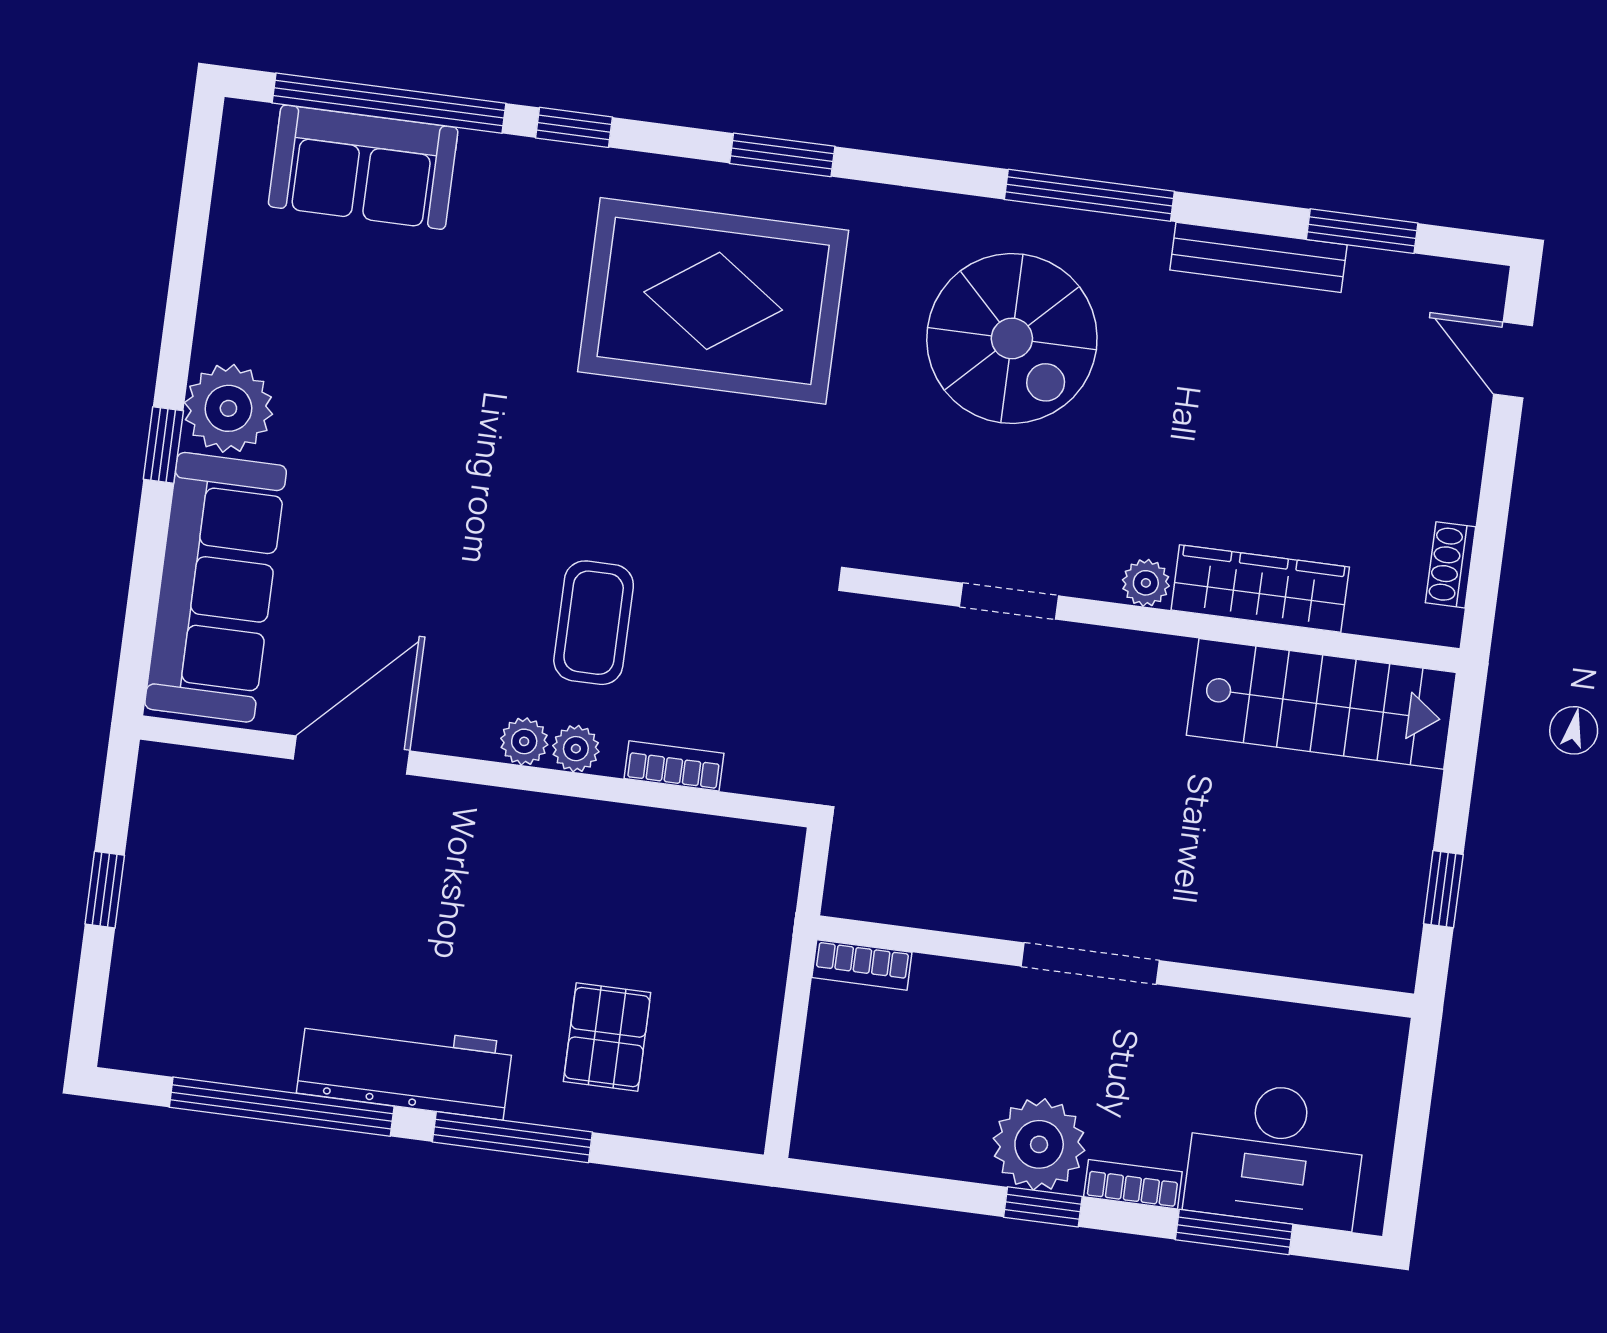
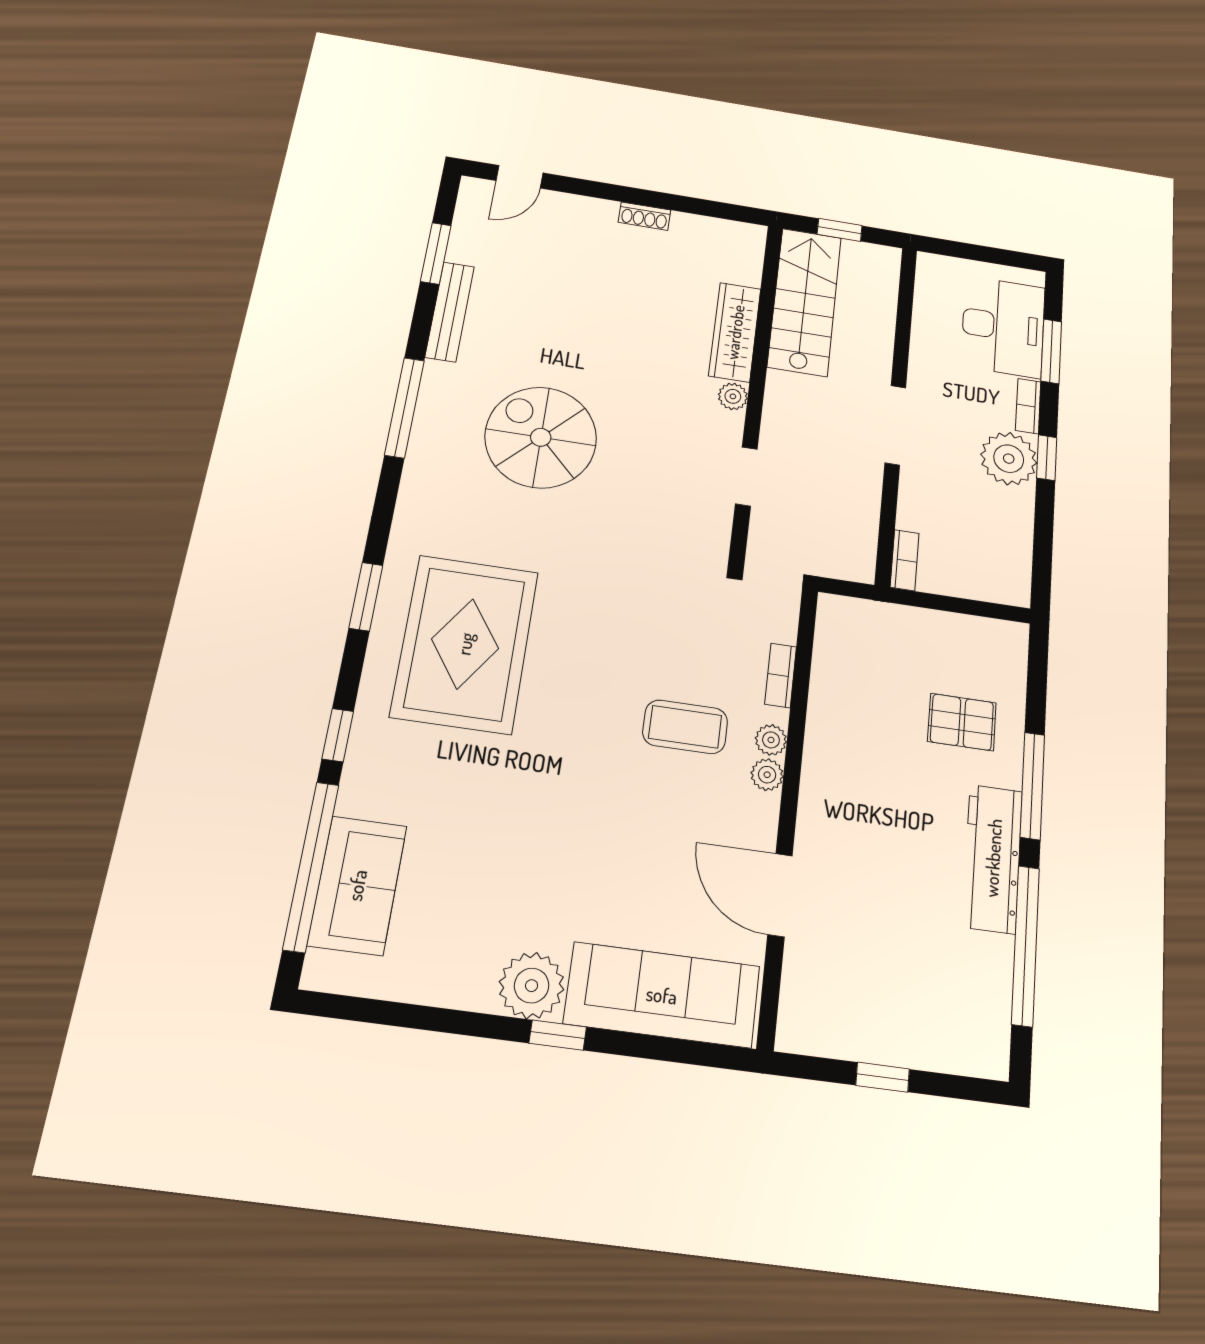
spiral stairs: (1012, 338) -> (541, 437), moved, turned -90
plant: (1146, 583) -> (733, 396), moved
wardrobe: (1260, 588) -> (735, 332), moved
doorway: (1009, 601) -> (746, 477), moved
wall: (1161, 621) -> (757, 389), moved
stairs: (1321, 704) -> (805, 302), moved

